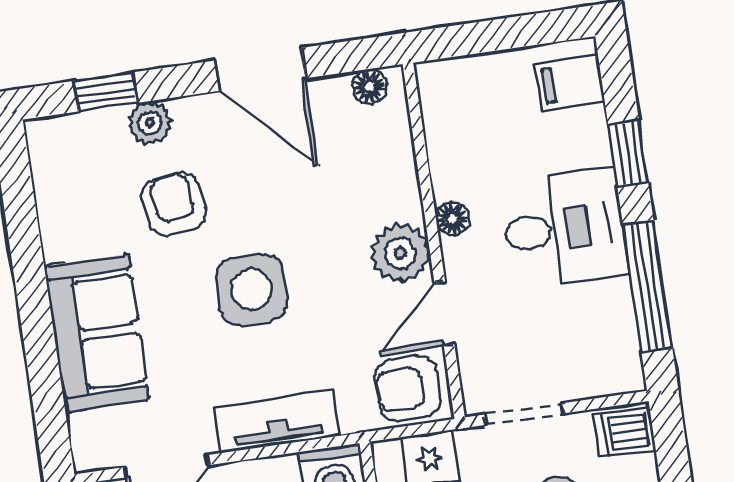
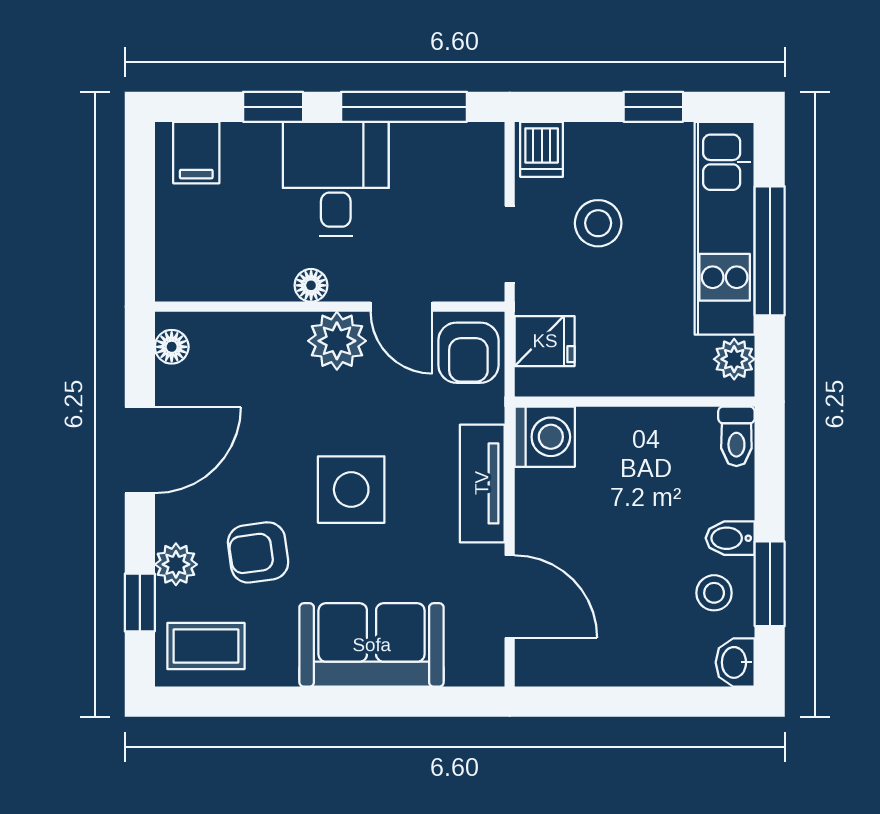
coffee table: (71, 165) -> (206, 646), added

